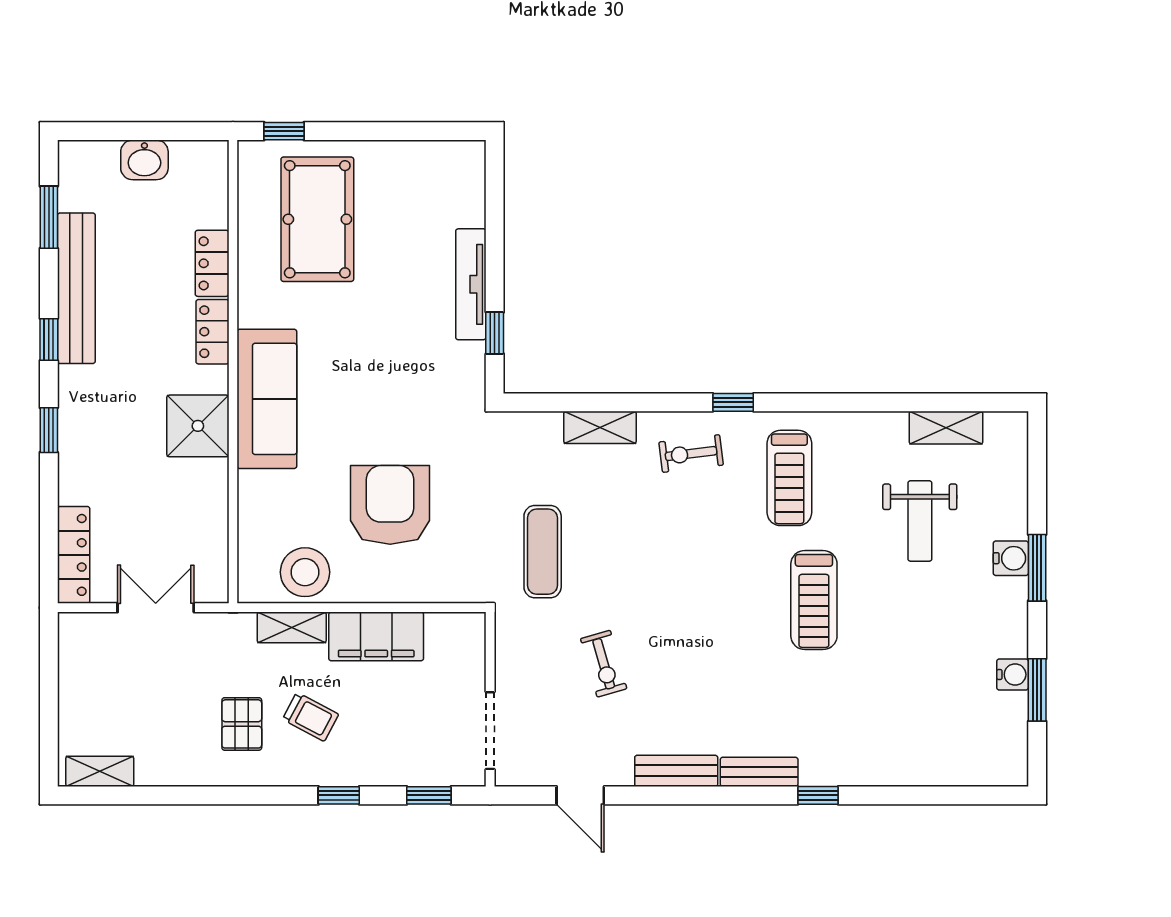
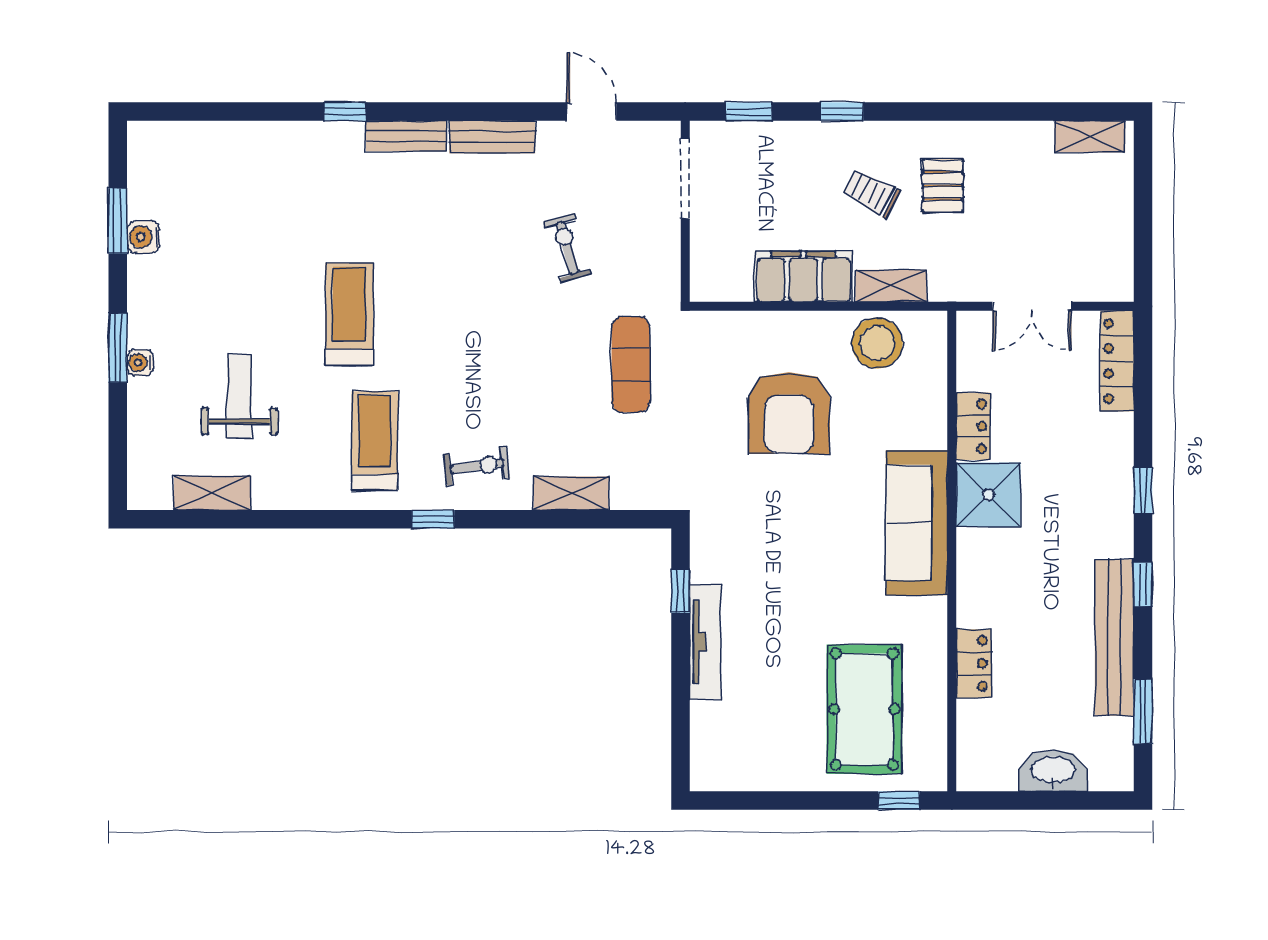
washbasin: (144, 160) -> (1053, 771), width x1.38
locker: (212, 332) -> (973, 426), moved
water cooler: (1011, 558) -> (140, 363), width x0.72, depth x0.72

